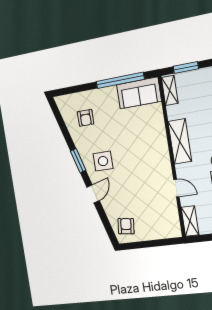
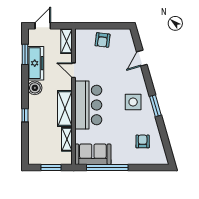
shelving: (170, 90) -> (67, 139), moved
bar counter: (153, 150) -> (88, 105), added
door: (93, 194) -> (142, 58), moved
armchair: (126, 226) -> (103, 40), moved

